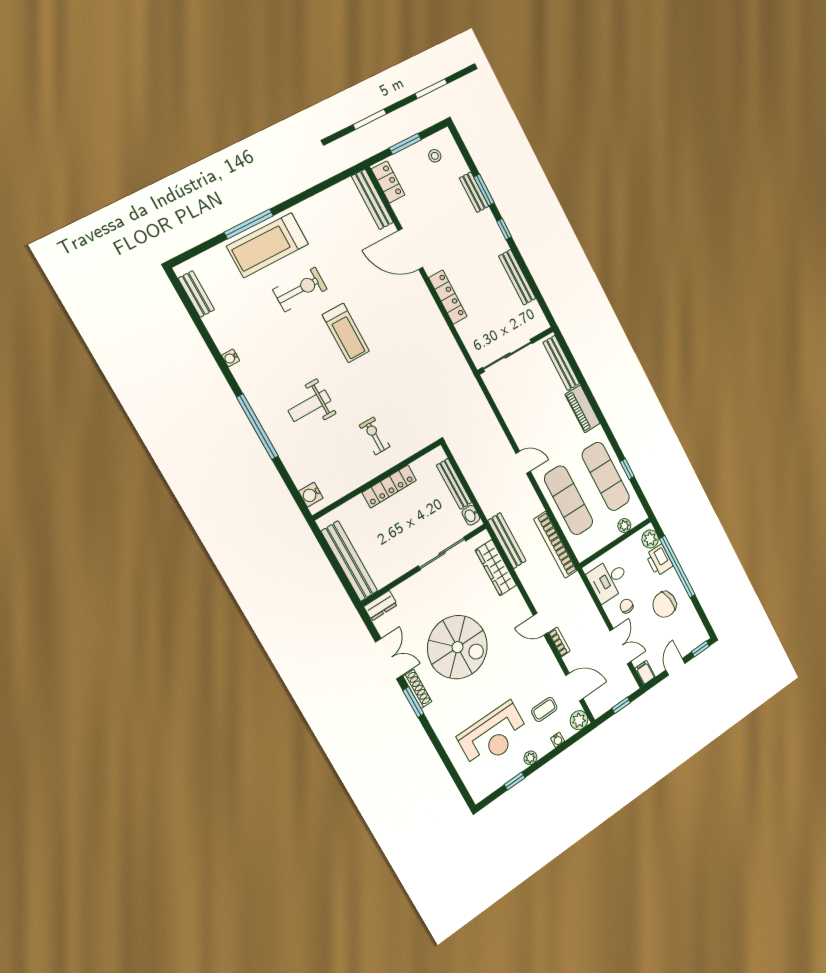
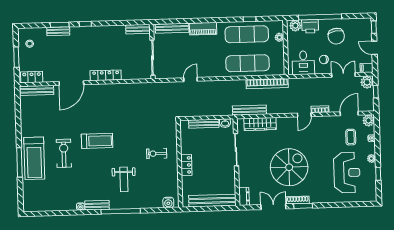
bench: (517, 277) -> (138, 29), moved, width x0.73
bench: (196, 294) -> (97, 205), moved
door: (523, 462) -> (191, 79), moved
locker: (389, 486) -> (186, 165), width x0.66
plant: (627, 685) -> (367, 82), added

